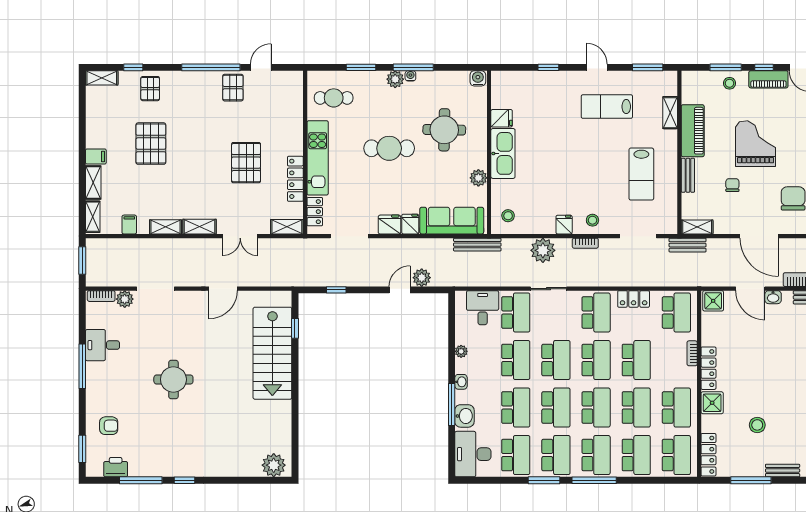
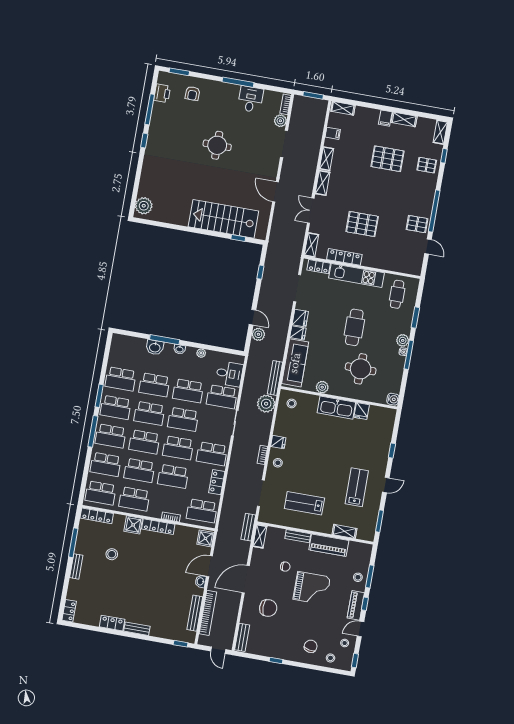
shelving: (93, 183) -> (404, 119), moved
plant: (543, 250) -> (266, 404), moved
desk: (473, 454) -> (127, 349), removed

